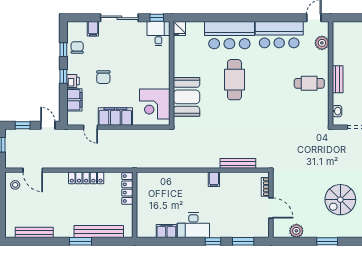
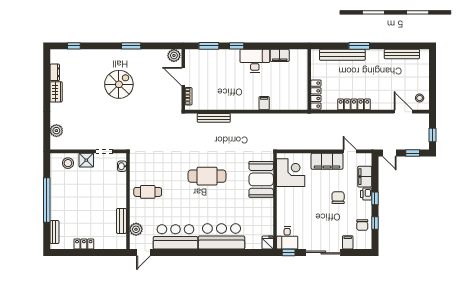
bench: (338, 79) -> (121, 221), moved
cafe table: (234, 80) -> (207, 176), moved, turned 90
filing cabinet: (214, 179) -> (264, 103), moved
plant: (296, 231) -> (174, 55), moved

